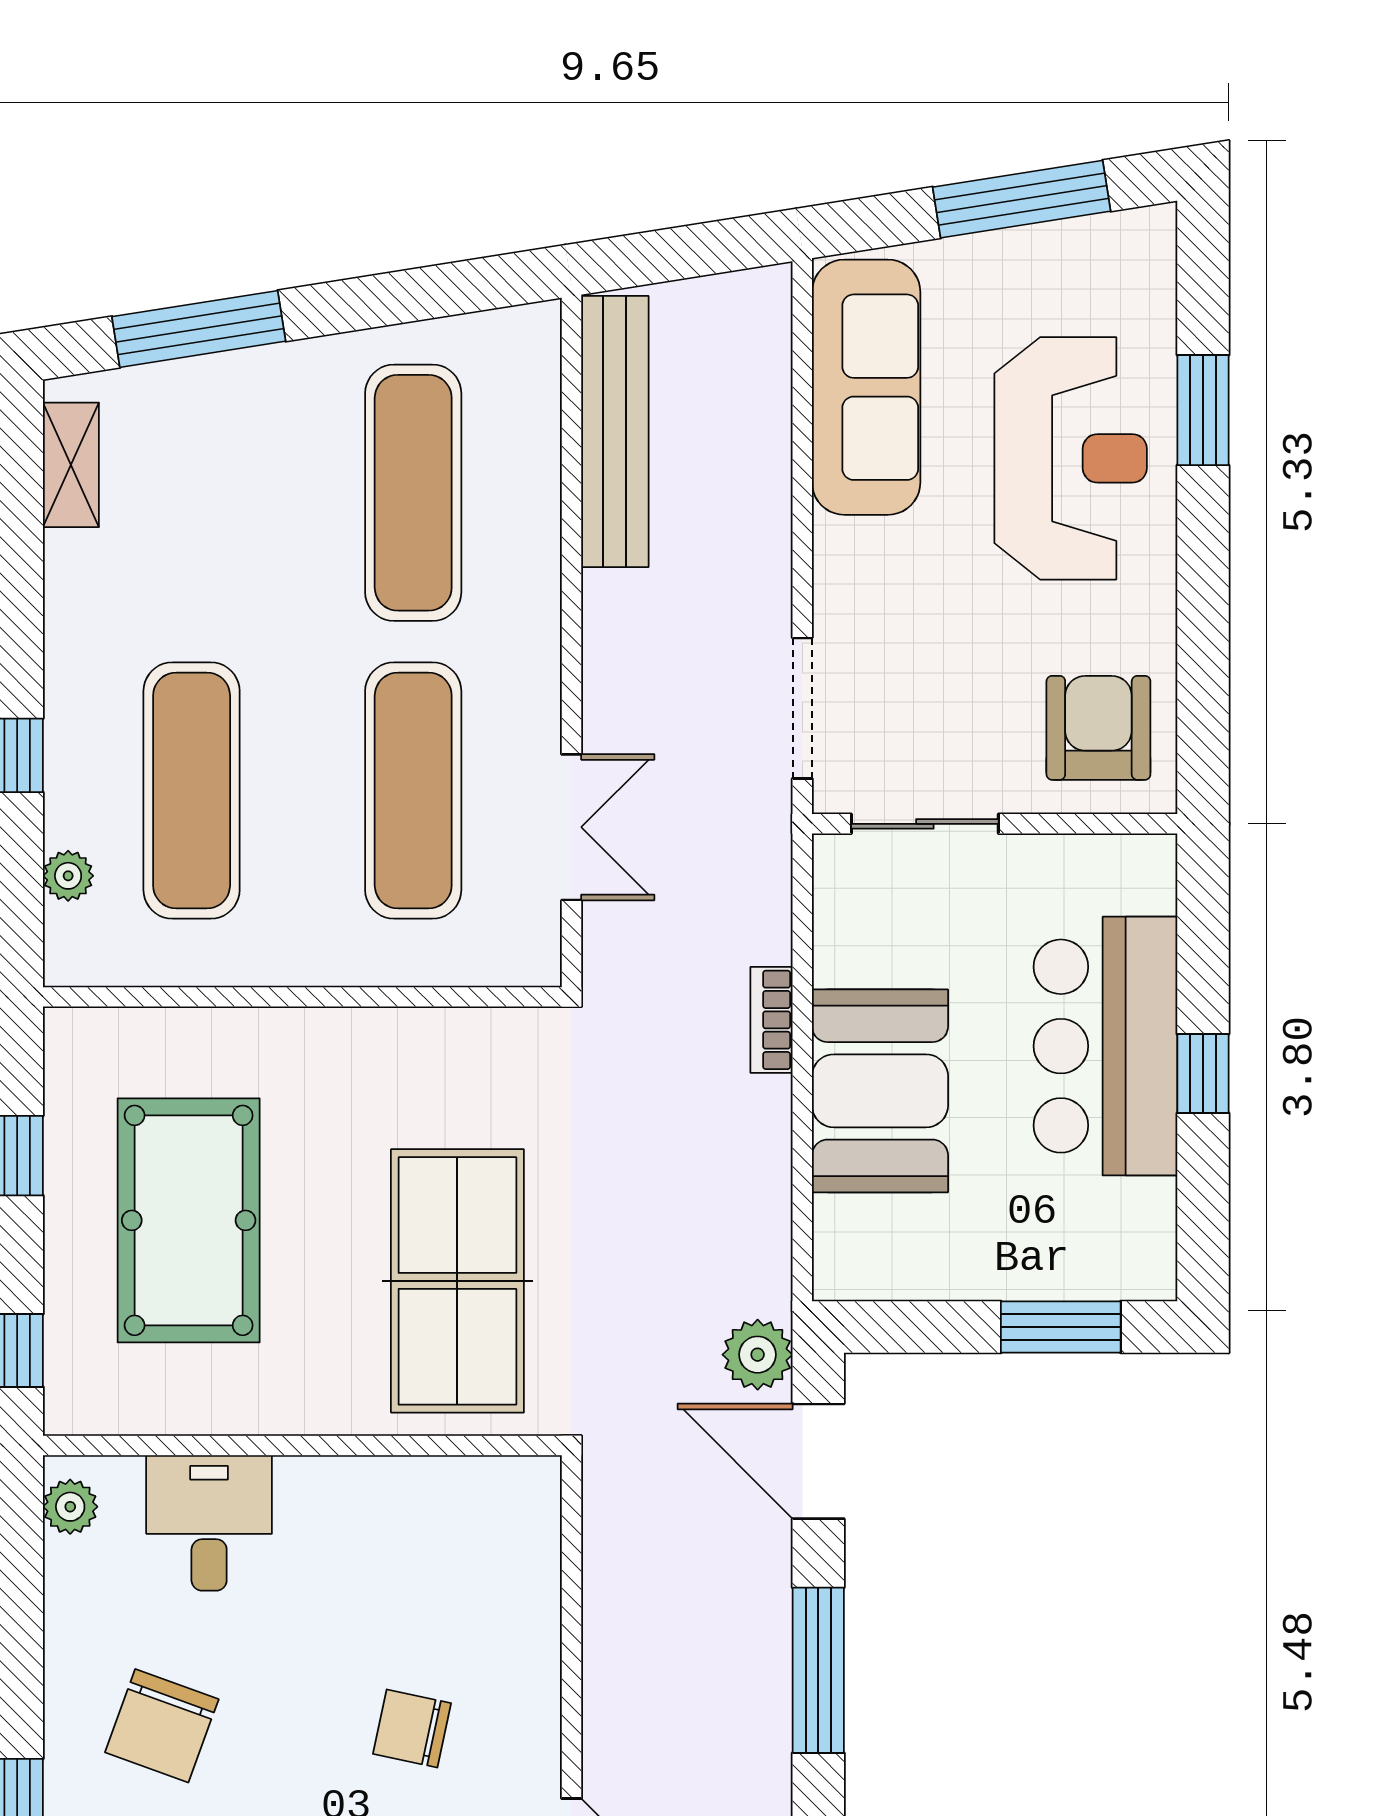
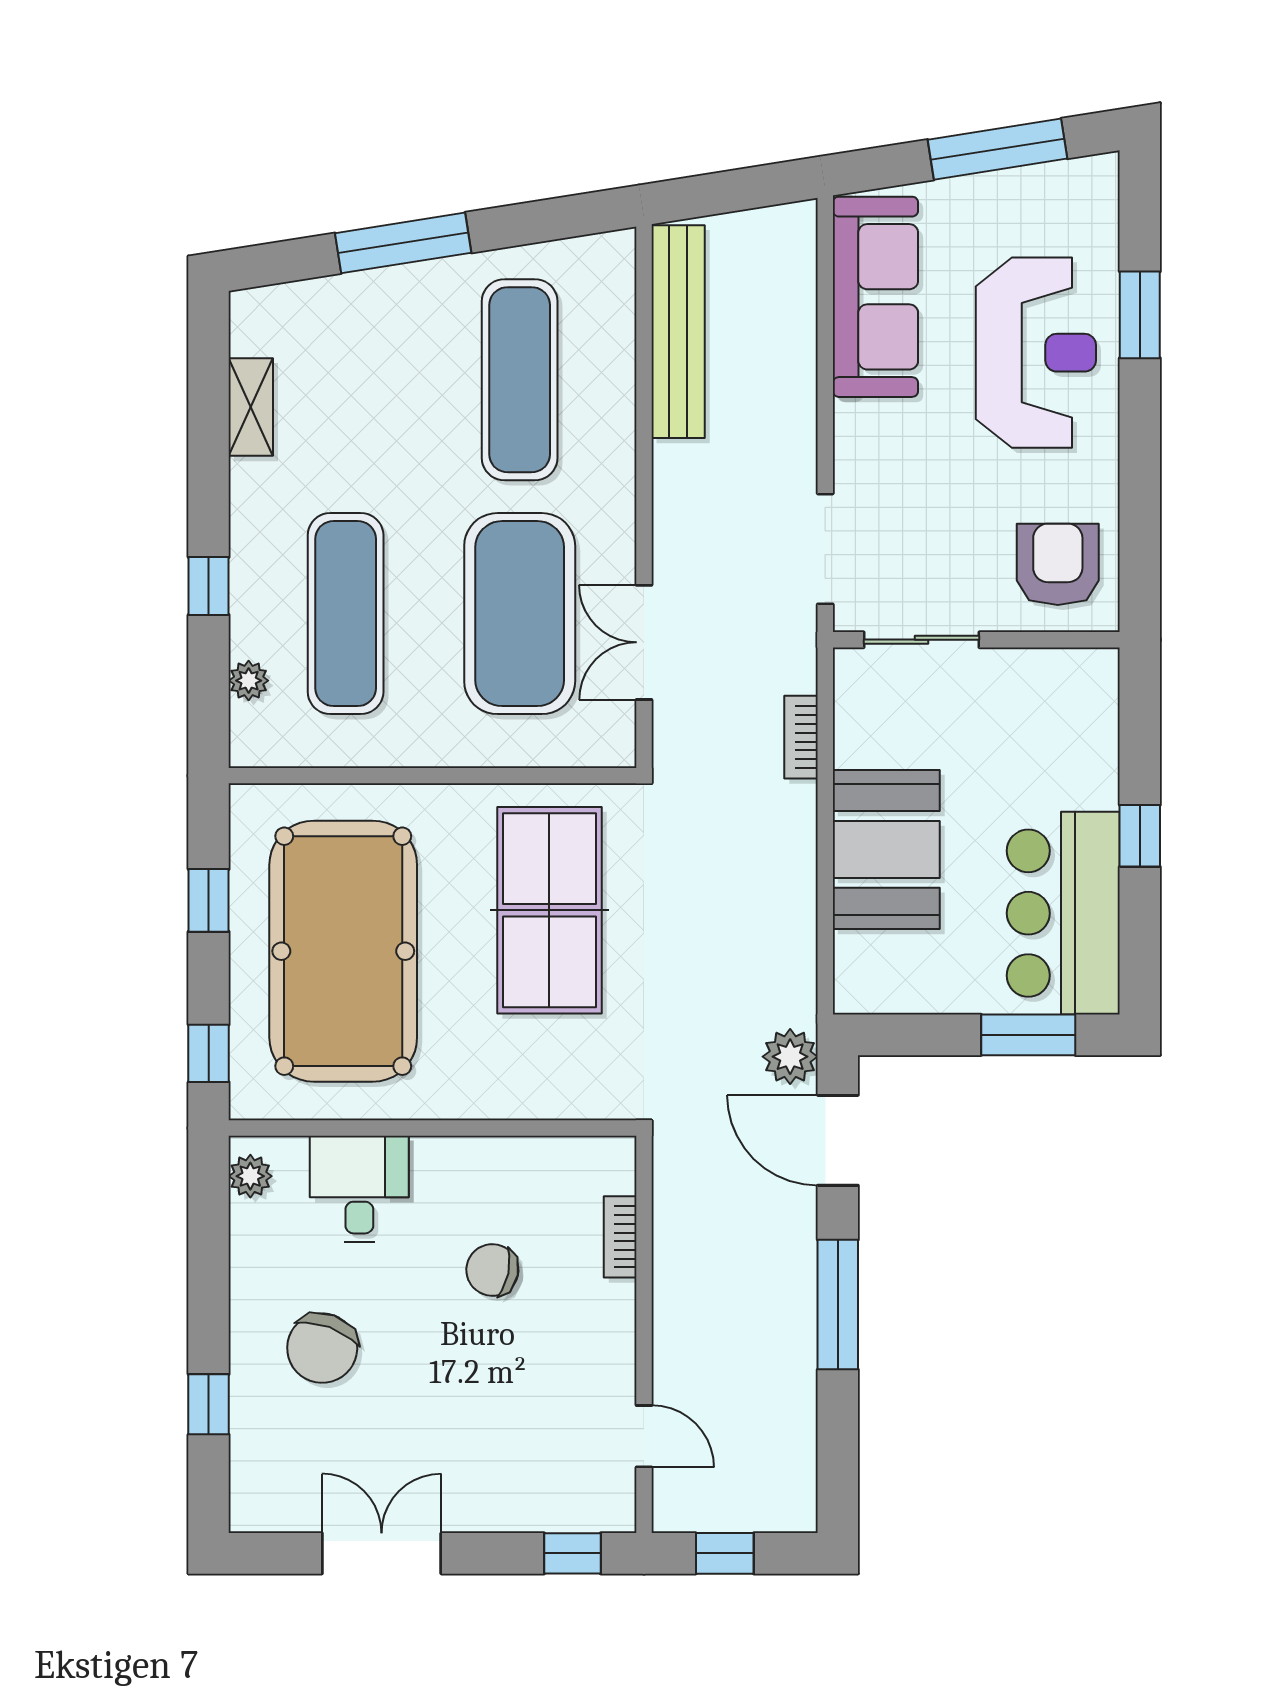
window: (199, 329) -> (403, 243), moved
shelving: (71, 465) -> (251, 407), moved
exercise mat: (413, 791) -> (520, 614), width x1.47
double door: (572, 827) -> (644, 642), swing flipped
bookcase: (772, 1020) -> (801, 737), moved
bar counter: (1105, 1046) -> (1063, 913), moved
pool table: (189, 1220) -> (343, 951), width x1.36, depth x1.32
table tennis table: (457, 1281) -> (549, 910), moved
bookcase: (541, 1584) -> (620, 1237), added
chair: (412, 1729) -> (492, 1270), moved

